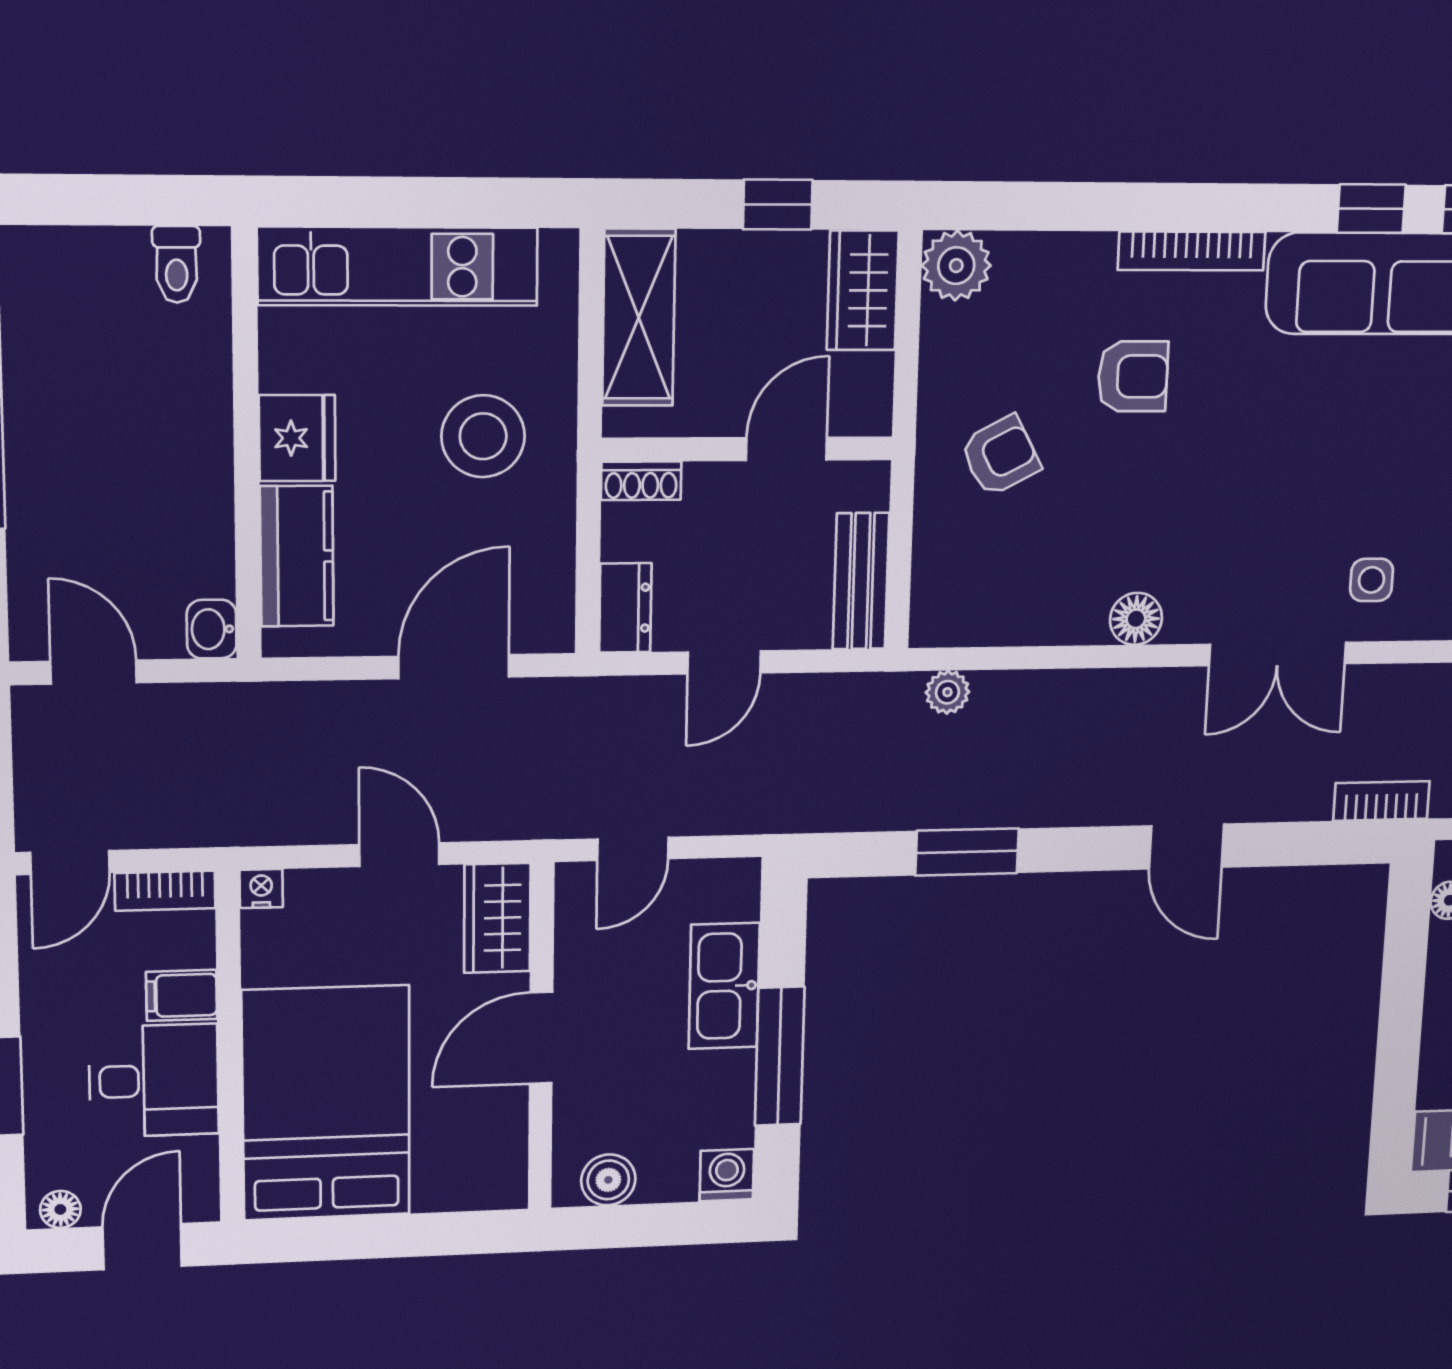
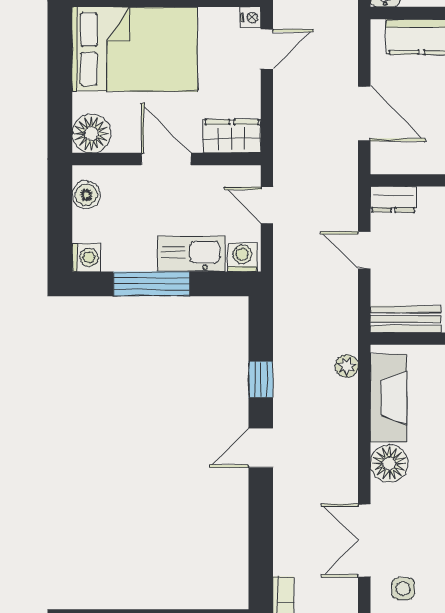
fireplace: (1012, 612) -> (389, 398), added
floor lamp: (1136, 619) -> (389, 464), width x1.38, depth x1.38
door: (1187, 847) -> (261, 448), moved
window: (967, 852) -> (261, 380), width x0.67
door: (399, 854) -> (267, 49), moved
washing machine: (733, 892) -> (242, 257), added
floor lamp: (491, 1175) -> (91, 134), added

